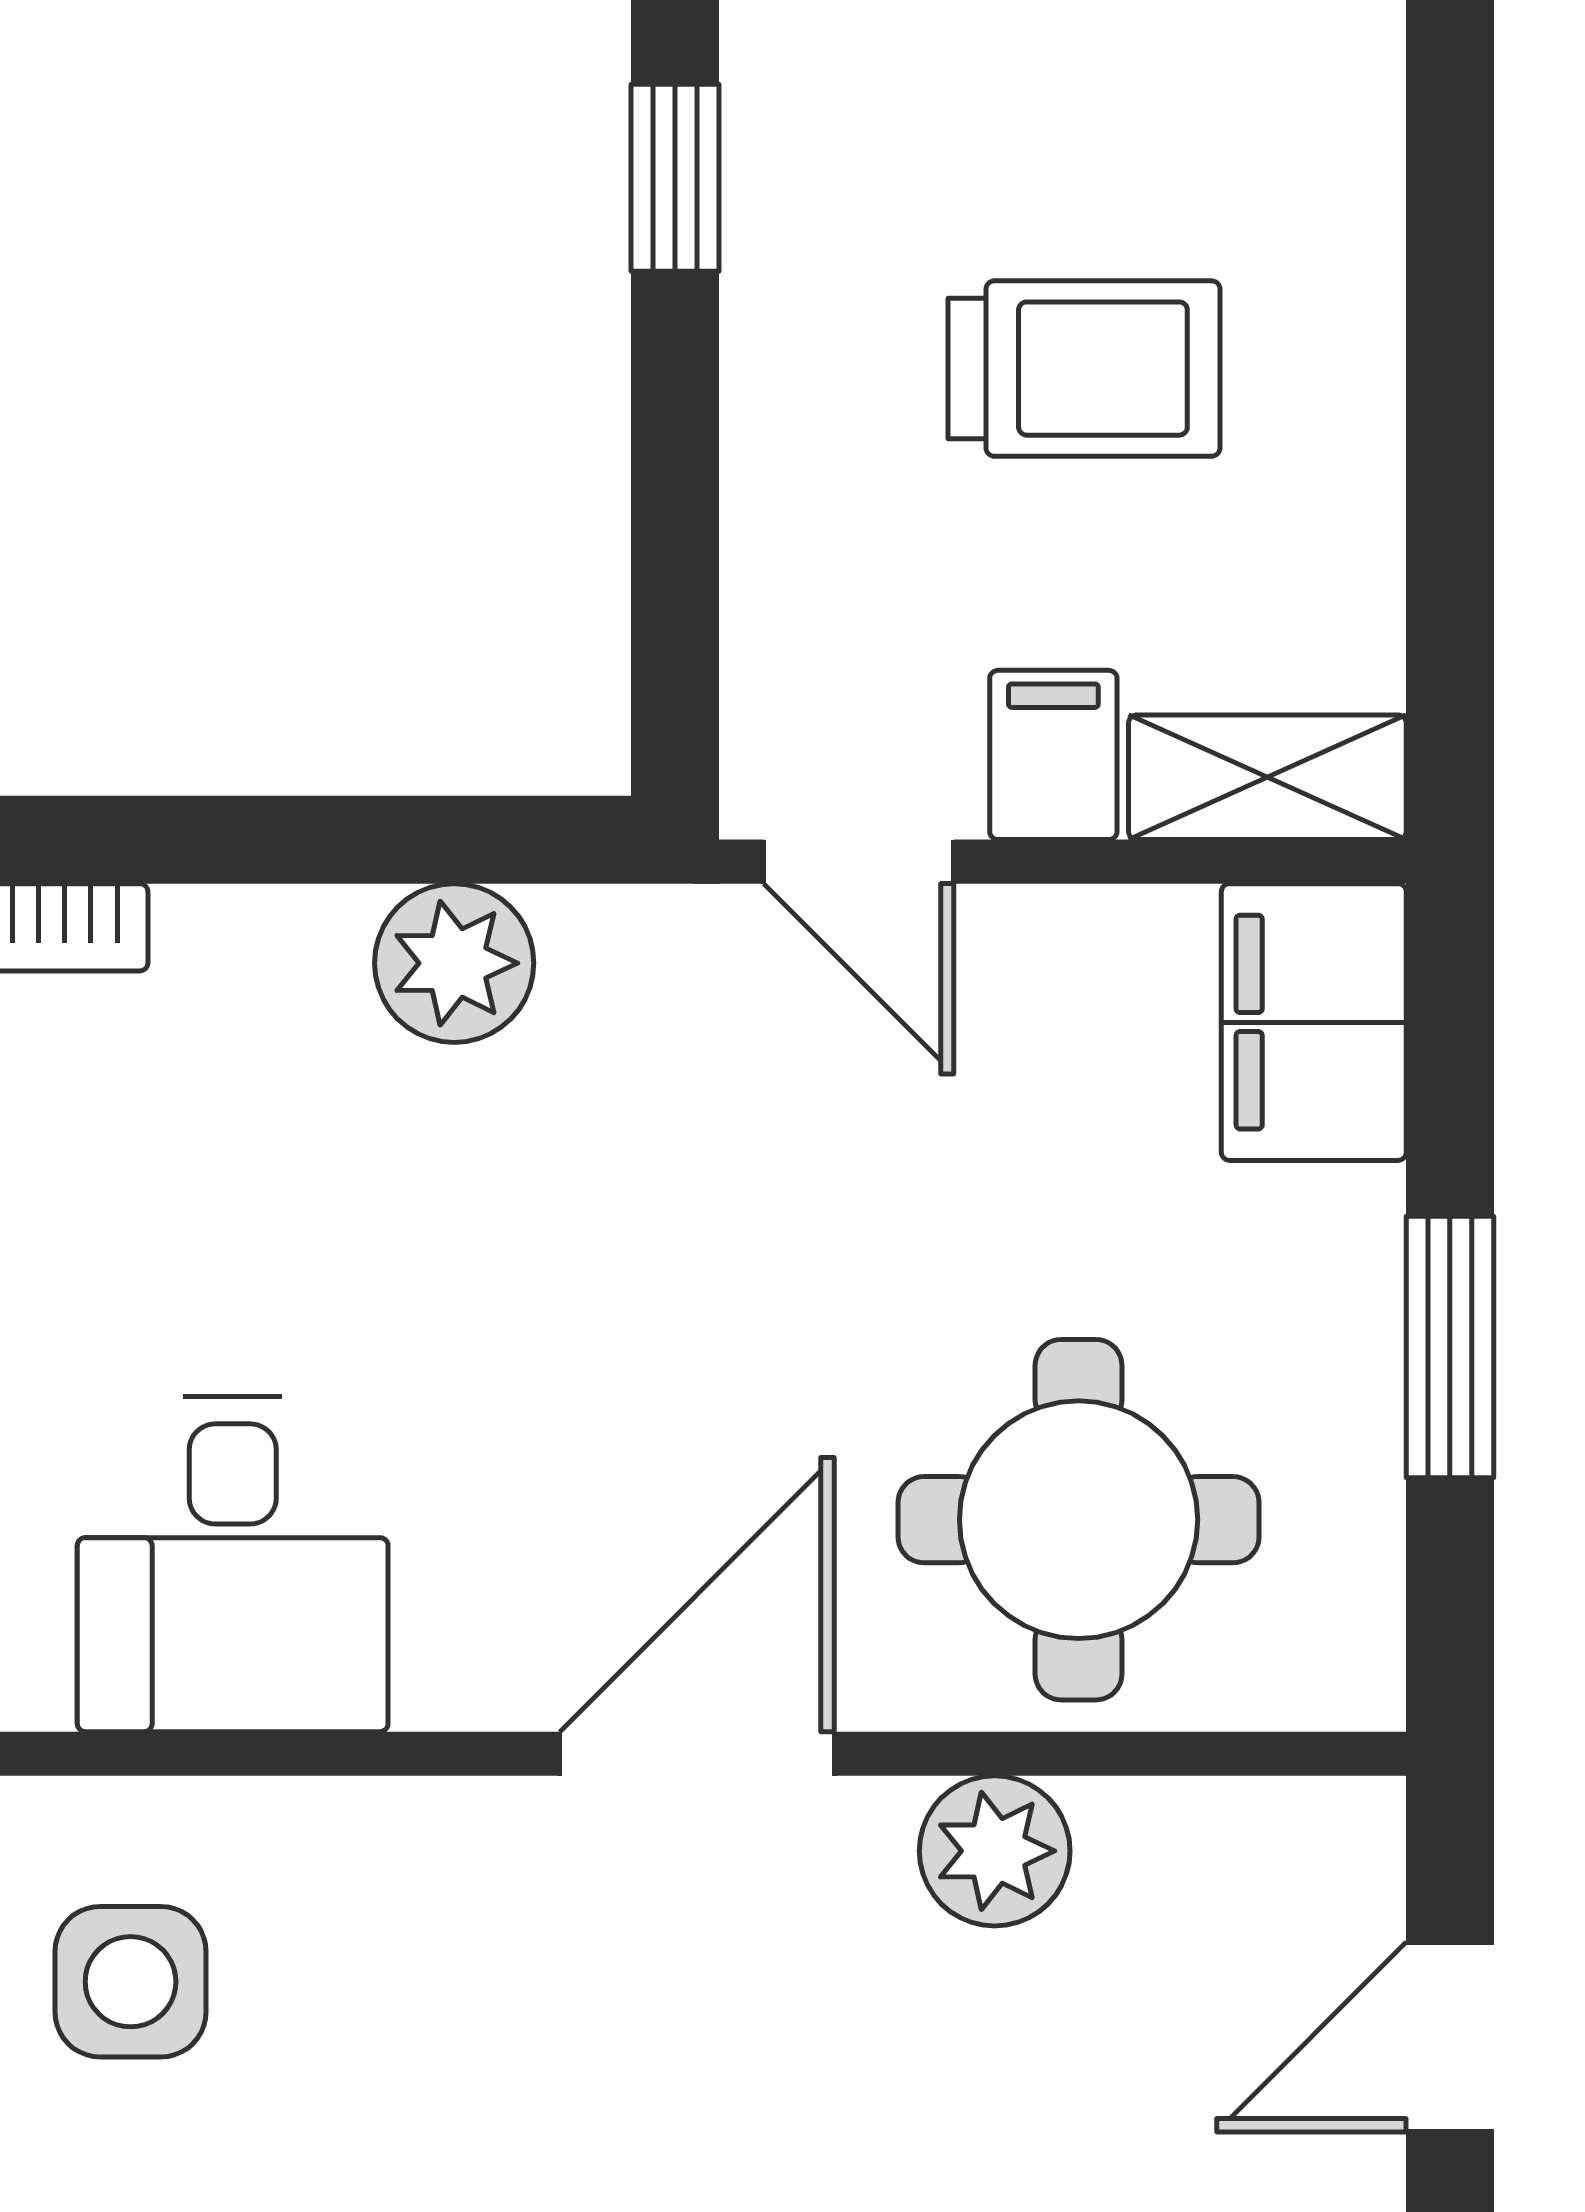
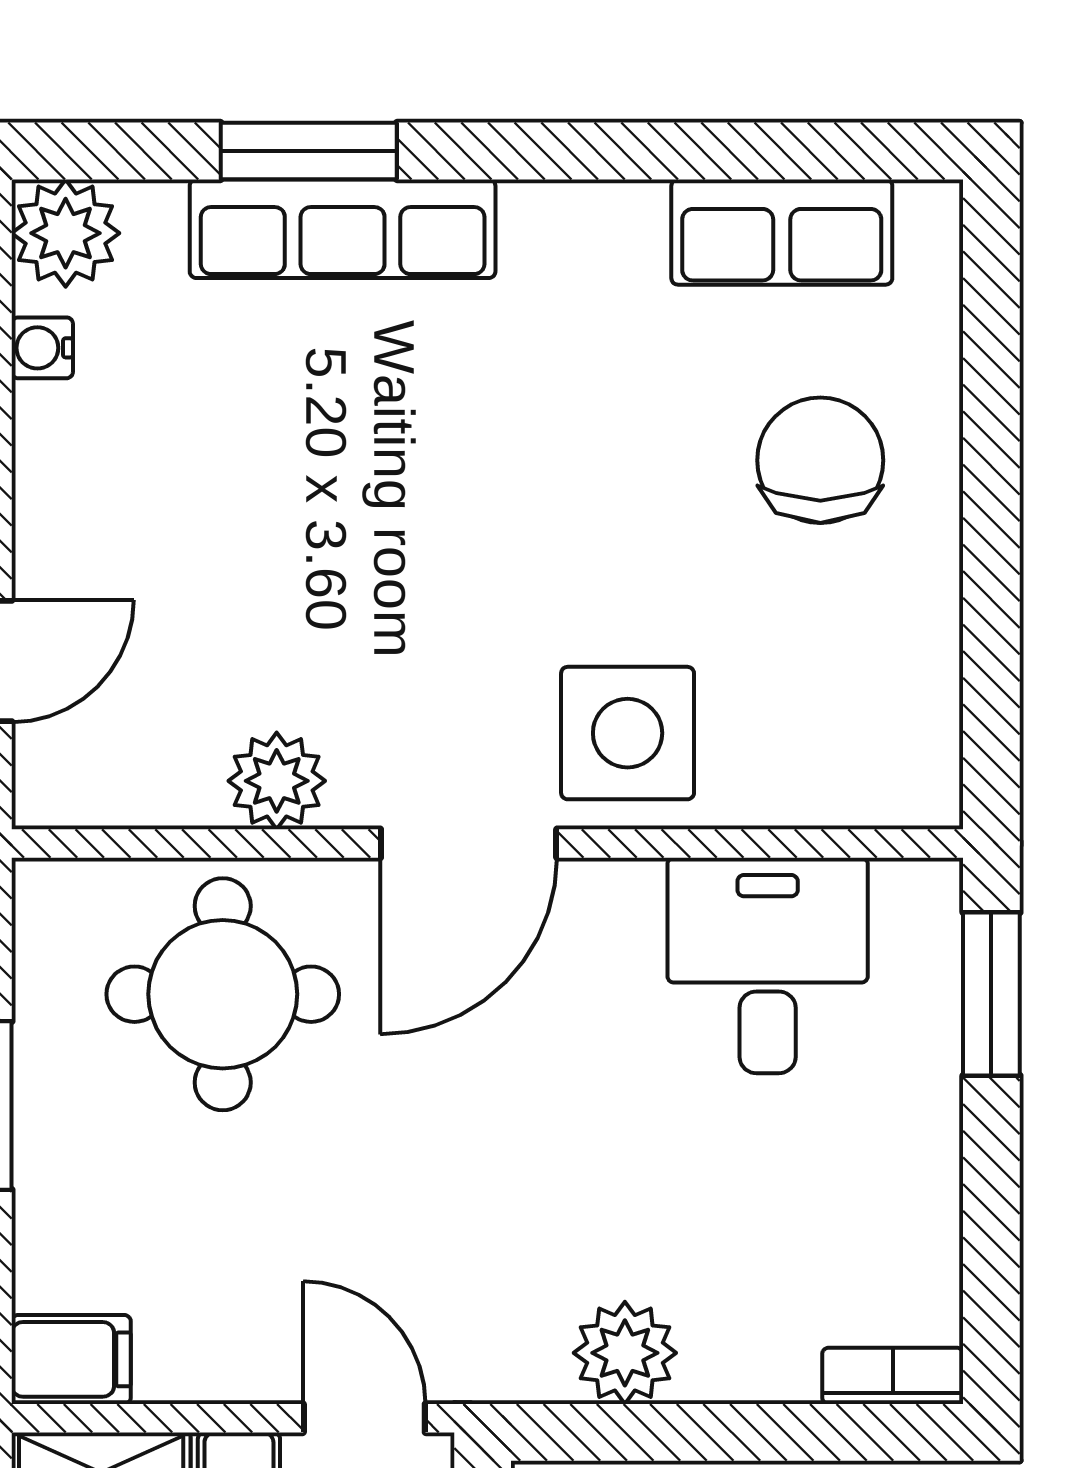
filing cabinet: (1314, 1022) -> (71, 1359), width x0.50
side table: (131, 1982) -> (628, 733), moved, width x1.37, depth x1.37

